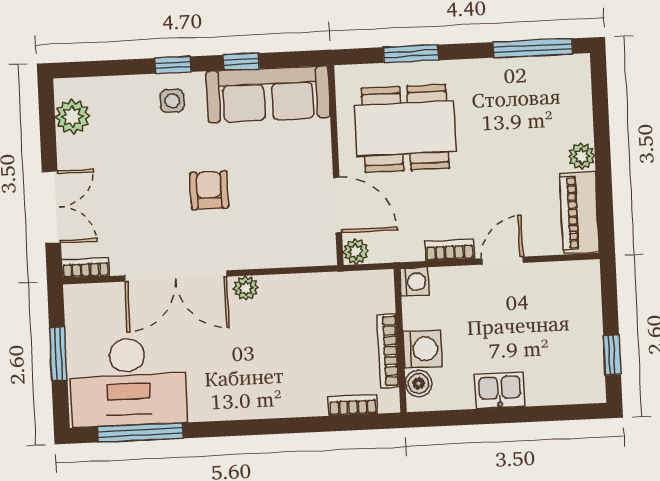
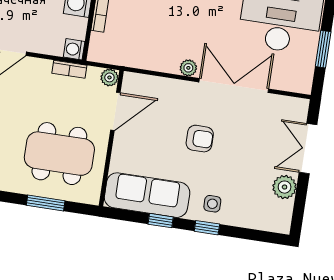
plant: (72, 117) -> (285, 187), moved
armchair: (209, 190) -> (200, 139), turned -90
door: (338, 205) -> (115, 111), swing flipped
bookcase: (450, 250) -> (69, 69), moved
bookcase: (86, 268) -> (293, 103), removed

